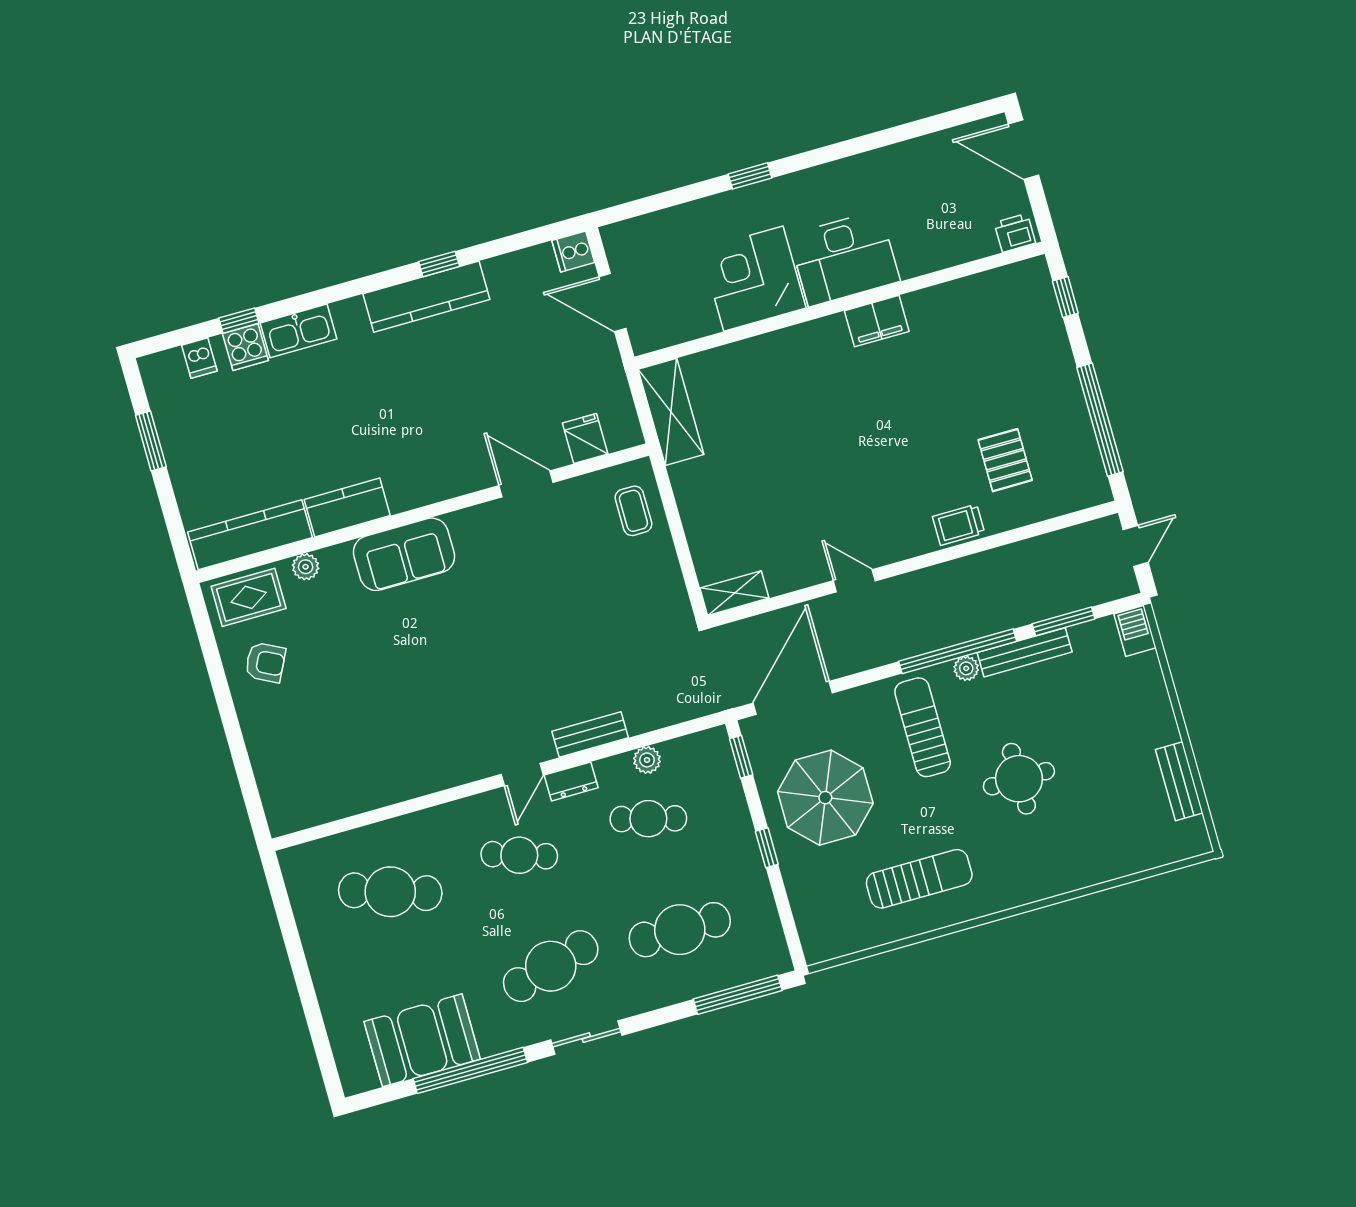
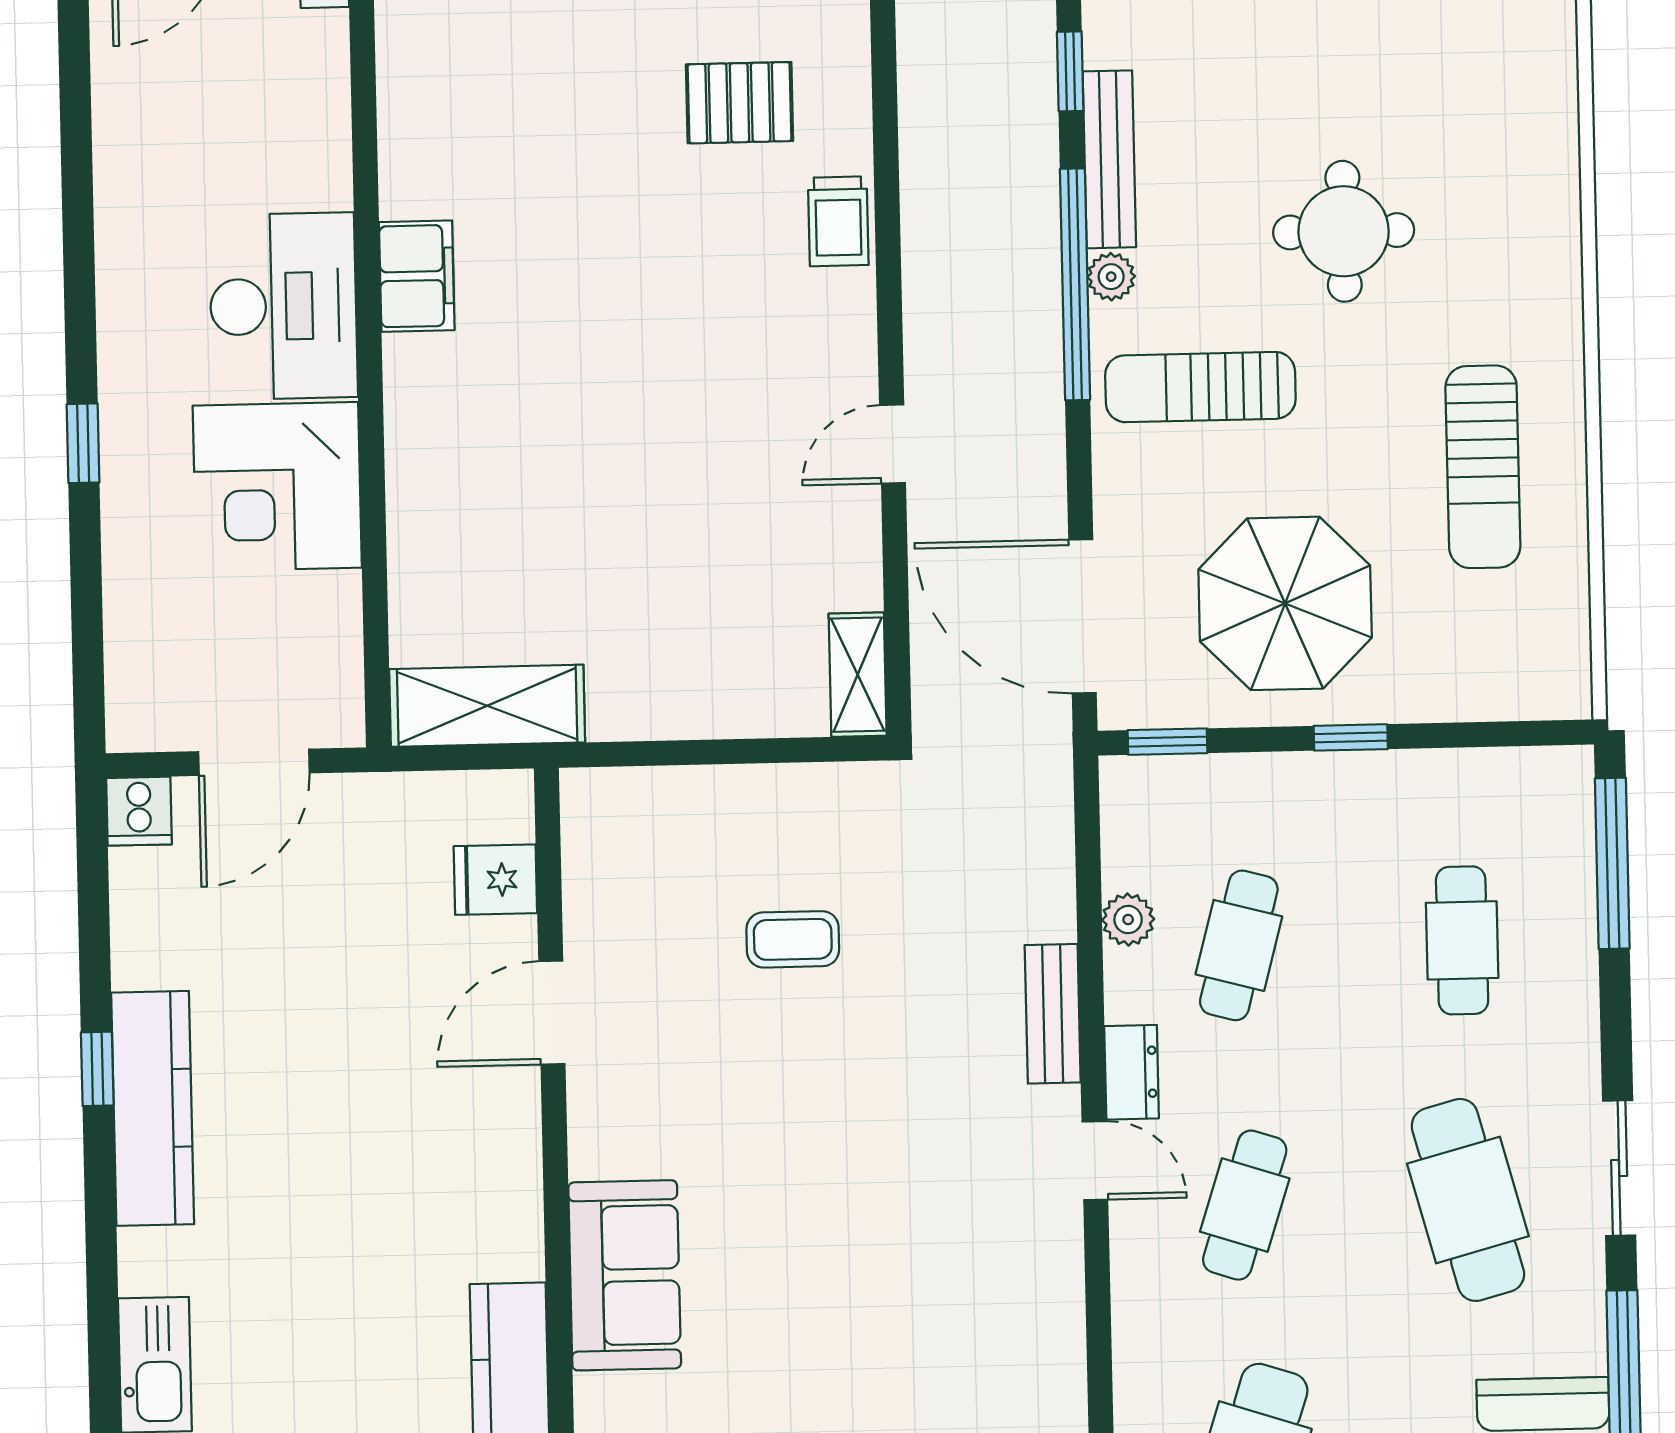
coffee table: (633, 511) -> (793, 939), moved
window: (1064, 621) -> (1070, 71), width x0.67
sun lounger: (919, 879) -> (1483, 467), turned 180
cafe table: (680, 930) -> (1462, 940), width x0.73, depth x0.74

